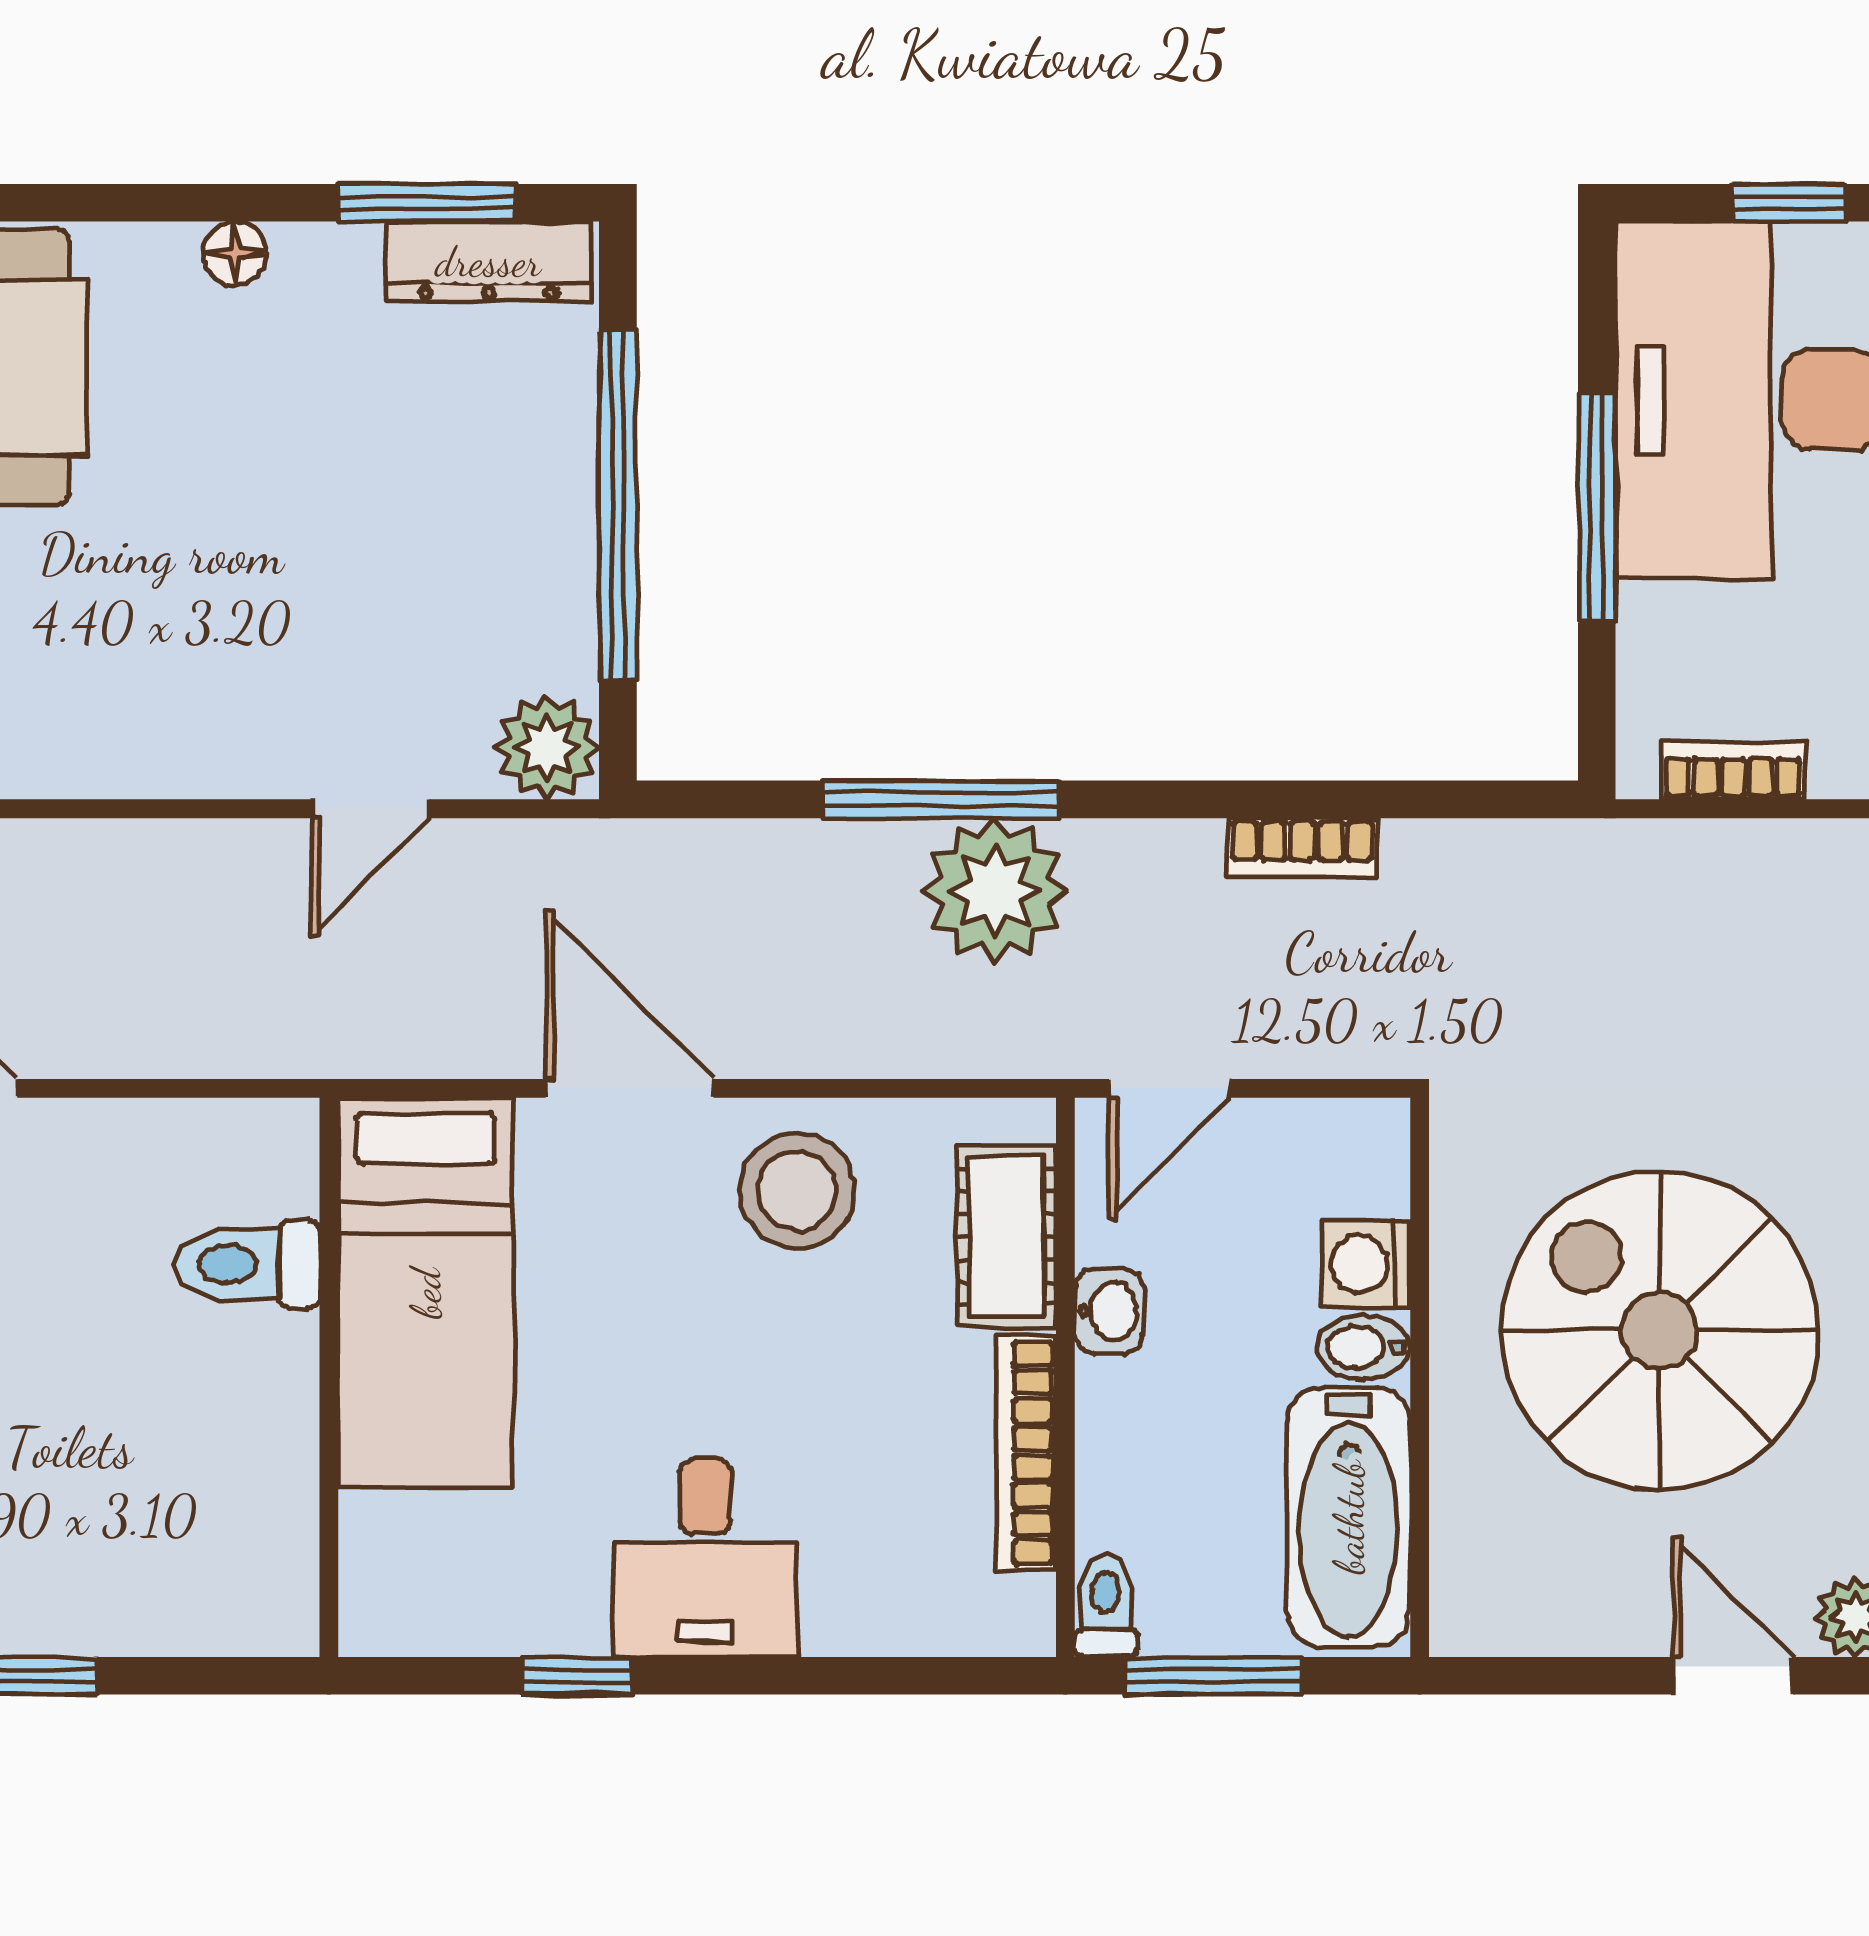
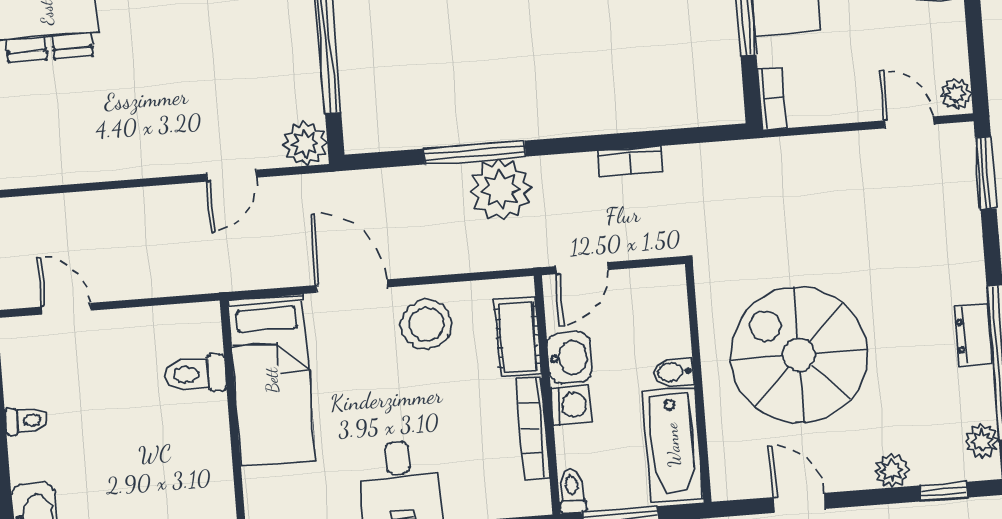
bookcase: (1733, 771) -> (772, 98), moved, turned 90
washing machine: (1366, 1264) -> (571, 405), moved, turned 180
washbasin: (1109, 1311) -> (570, 358), width x1.38, depth x1.45
door: (1733, 1676) -> (799, 503), moved

